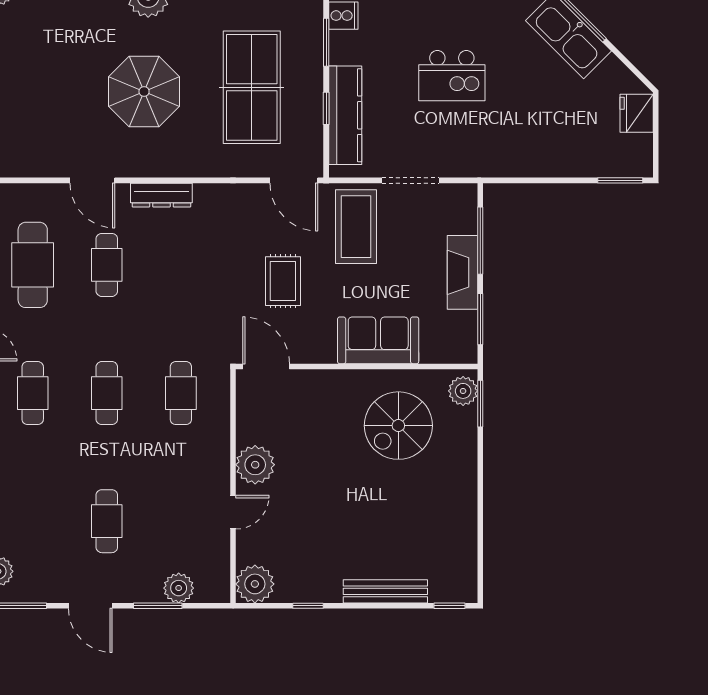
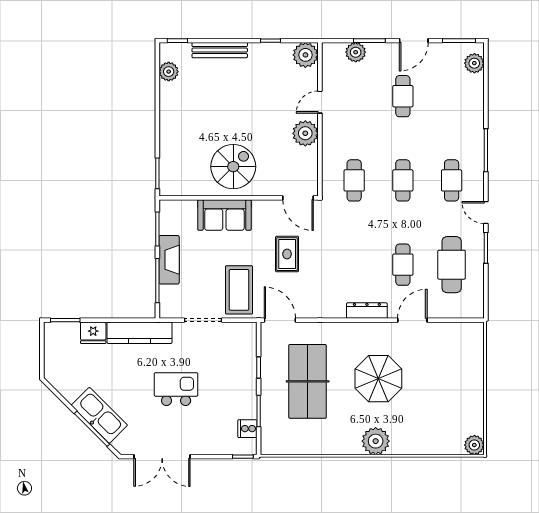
fridge: (637, 113) -> (93, 333), moved, turned 90
kitchen counter: (345, 115) -> (140, 333), moved, turned -90
door: (92, 180) -> (412, 320), hinge flipped
plant: (463, 391) -> (169, 72), moved
spiral stairs: (398, 426) -> (233, 167), moved
door: (90, 606) -> (414, 41), swing flipped

